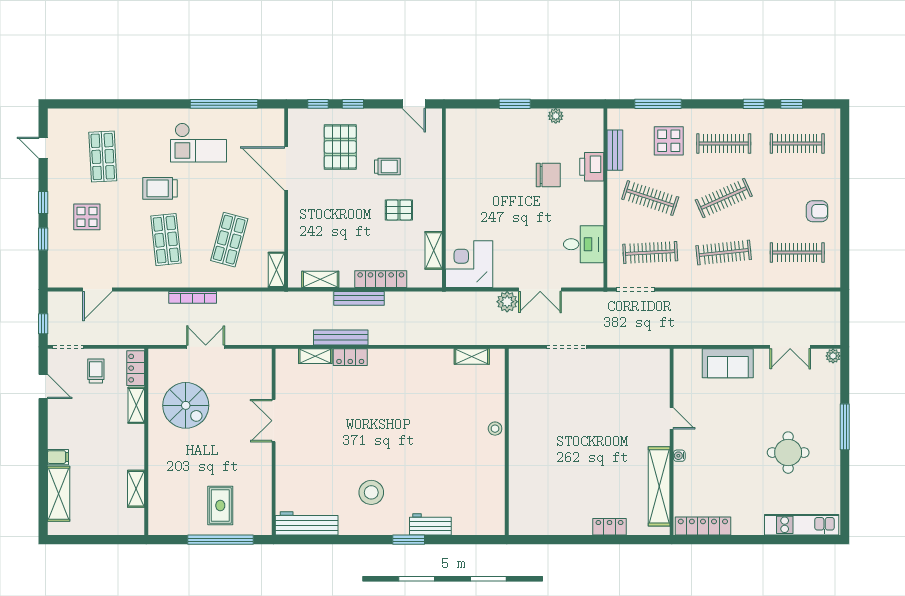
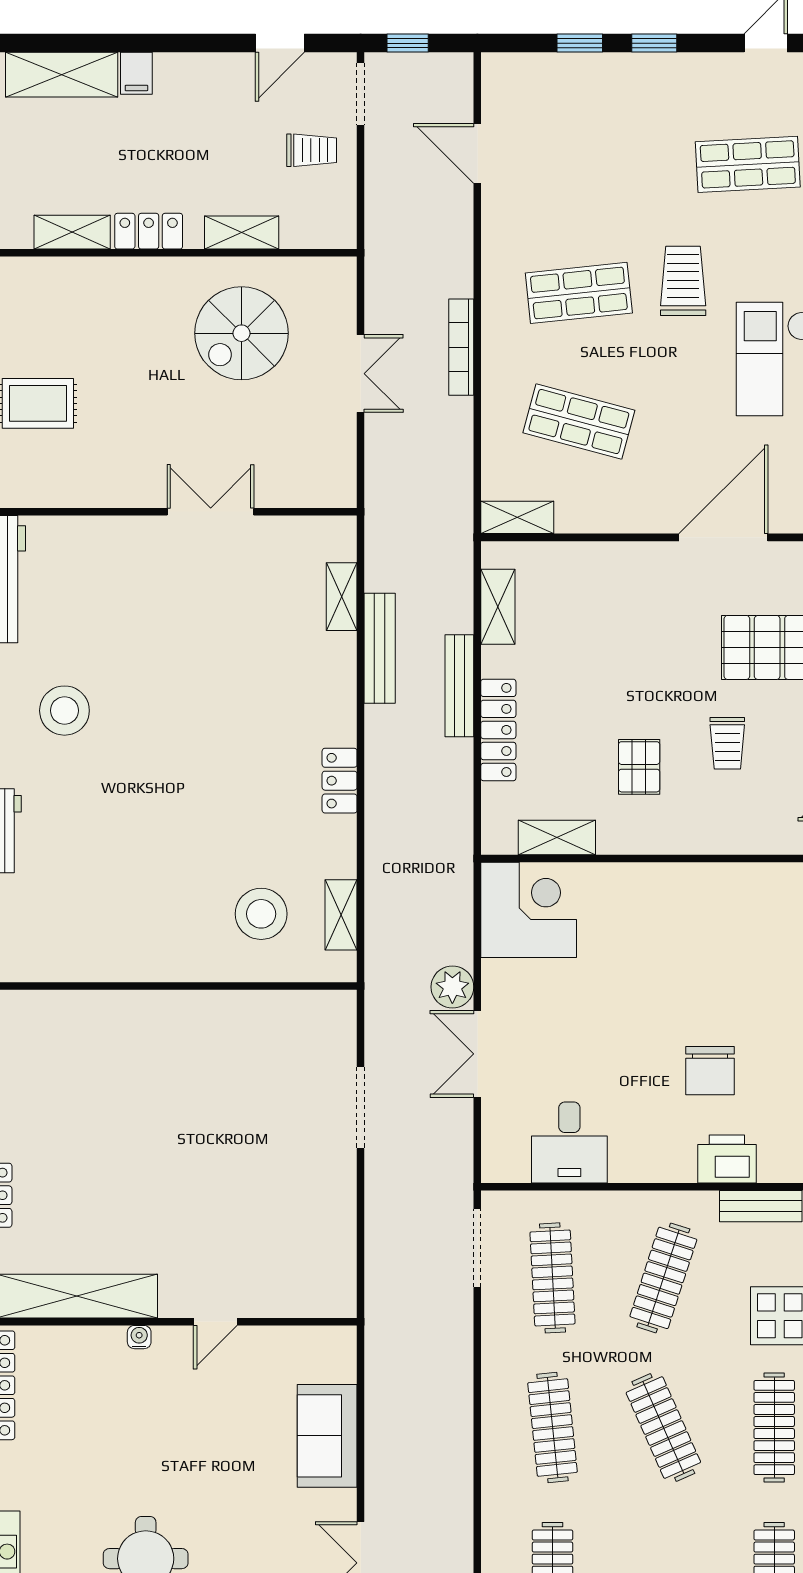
display table: (87, 217) -> (625, 132), removed
locker: (350, 357) -> (340, 781), moved
locker: (136, 368) -> (149, 231), moved
stool: (495, 429) -> (261, 914), moved, width x1.89, depth x1.89

